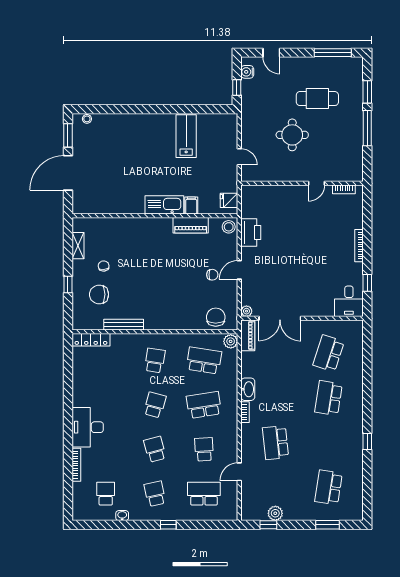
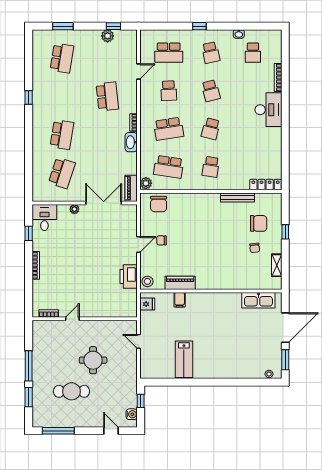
kitchen sink: (164, 205) -> (258, 300), moved
plant: (246, 311) -> (74, 209), moved

